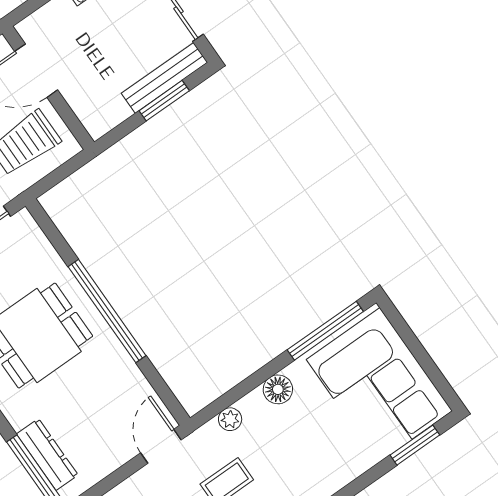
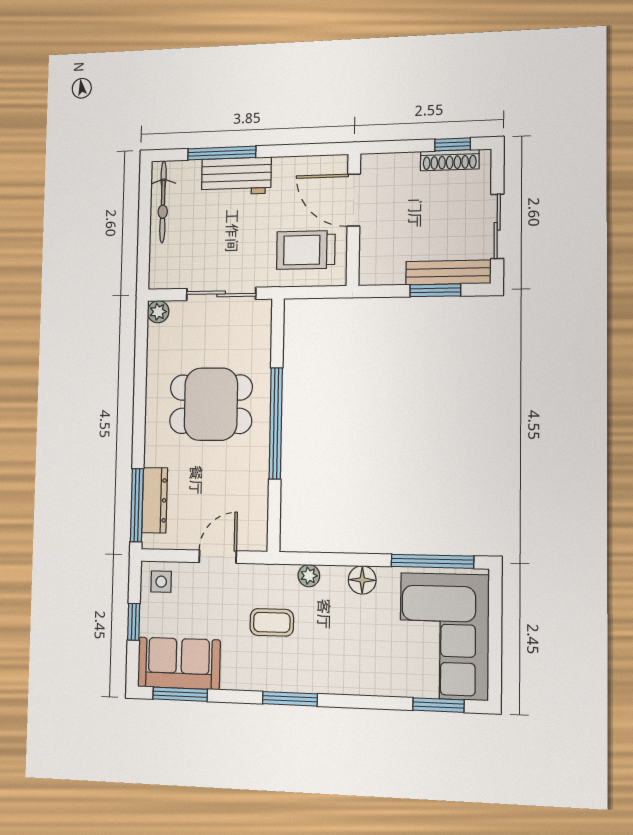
door: (161, 446) -> (218, 557), moved

